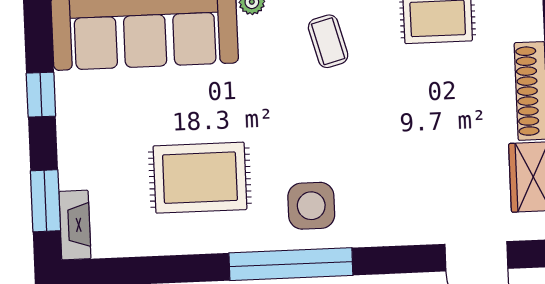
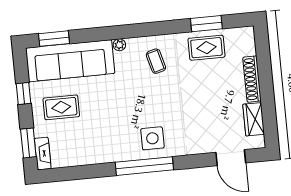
rug: (200, 178) -> (61, 107), moved, width x0.73, depth x0.70

